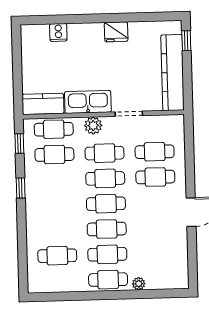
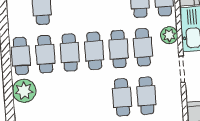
plant: (139, 284) -> (24, 91), width x1.88, depth x1.88

